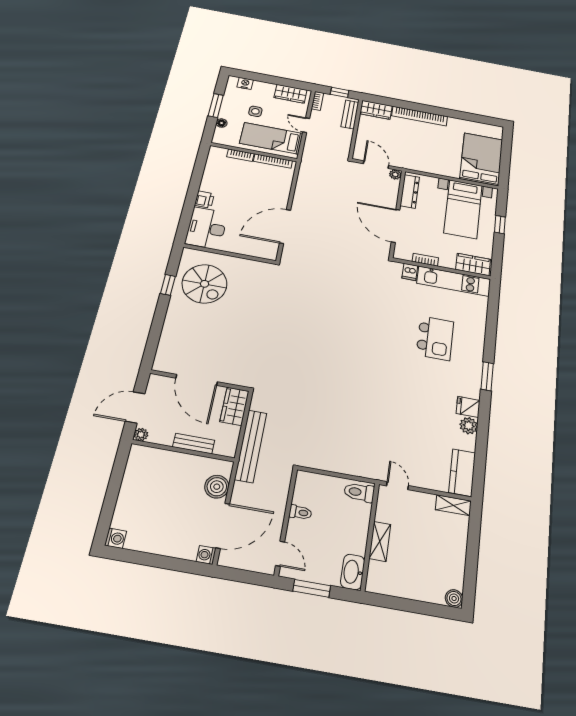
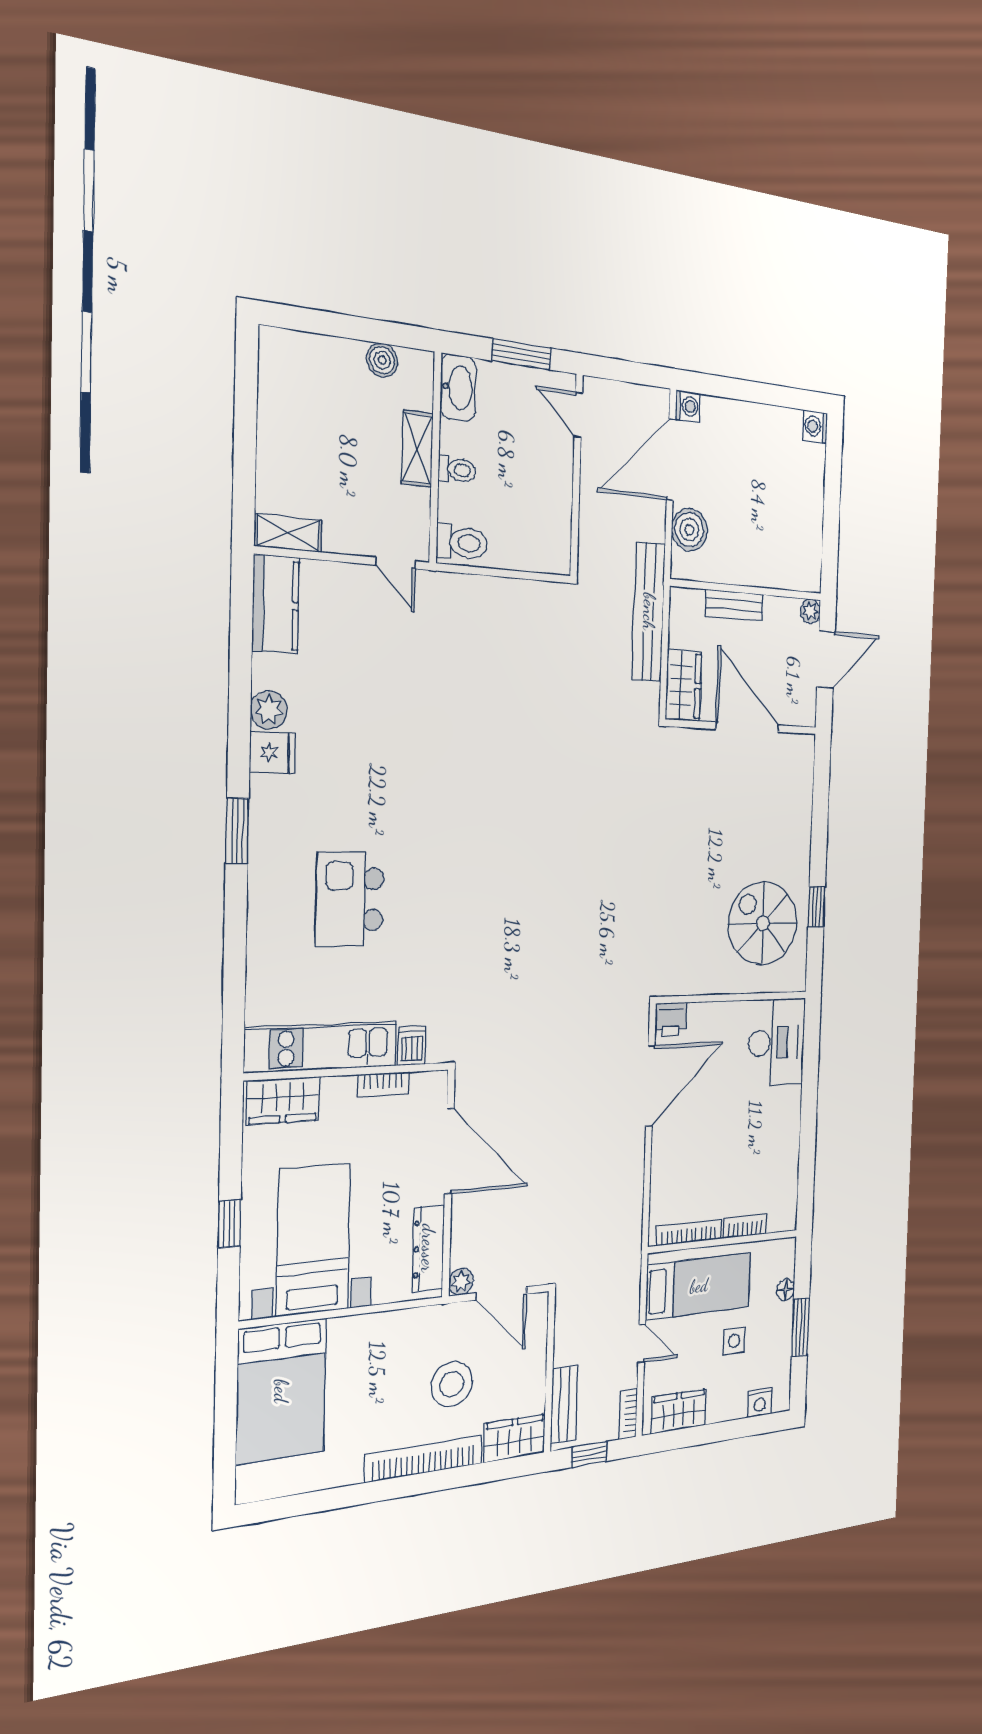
stool: (404, 138) -> (452, 1384), added
printer: (204, 200) -> (671, 1019), moved, turned -90
toilet: (300, 512) -> (457, 470), moved, turned 180
boiler: (454, 598) -> (382, 360), moved

